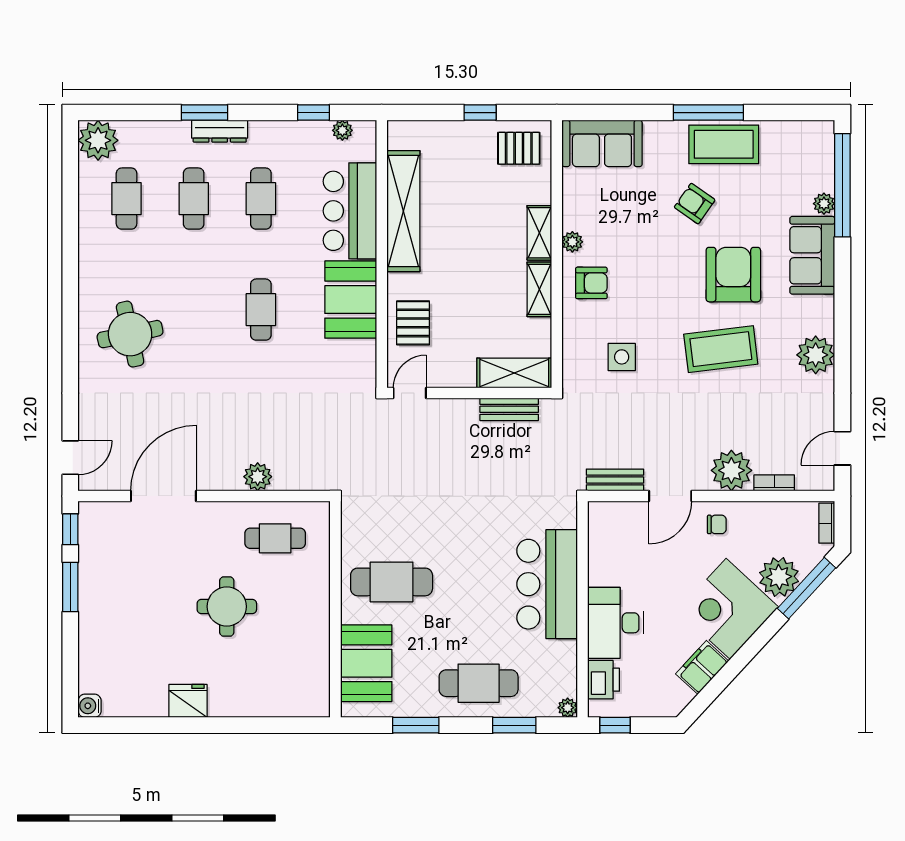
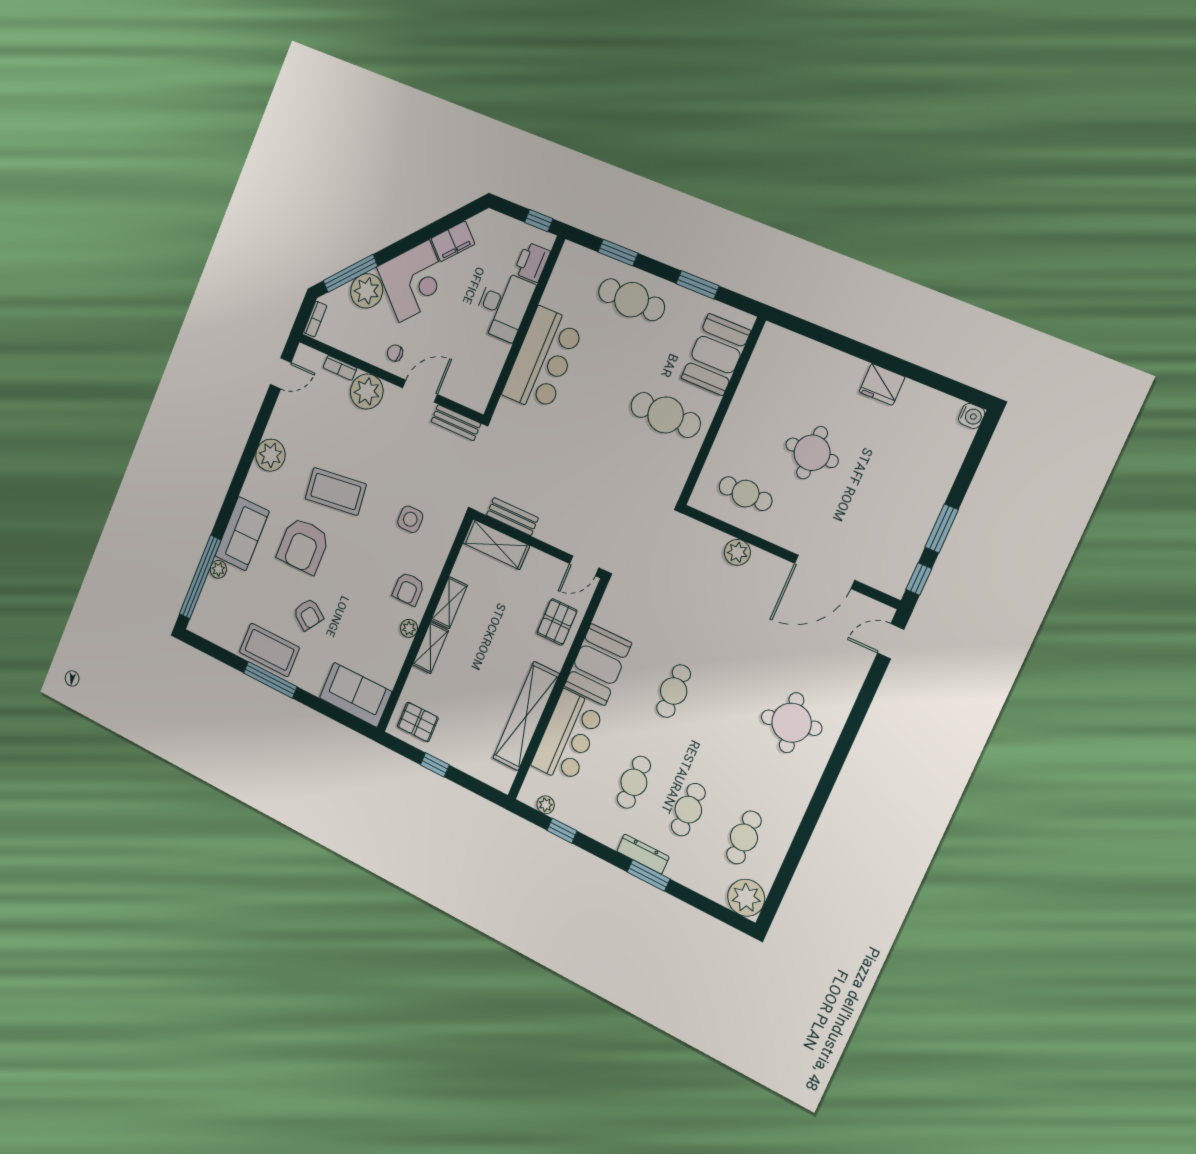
armchair: (591, 283) -> (408, 589), turned -90
plant: (568, 708) -> (570, 250), removed

